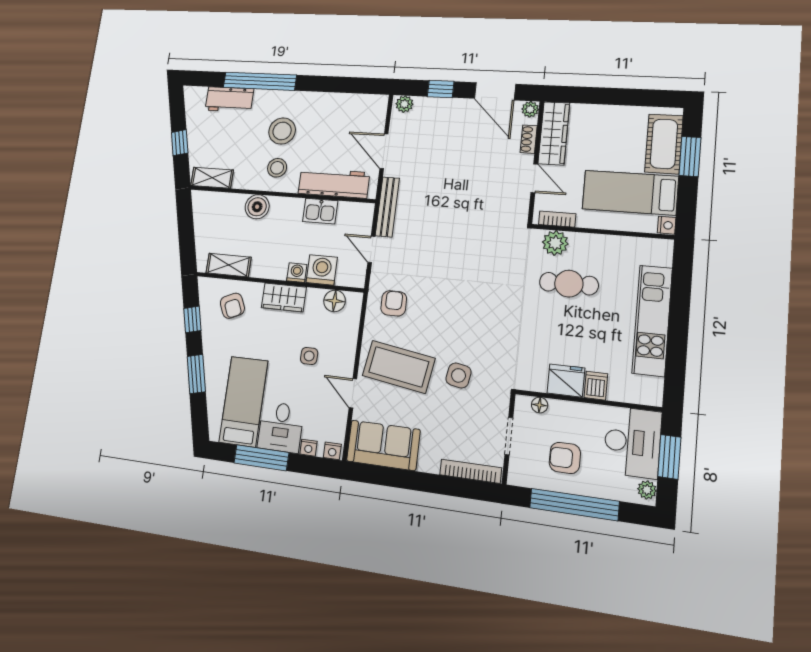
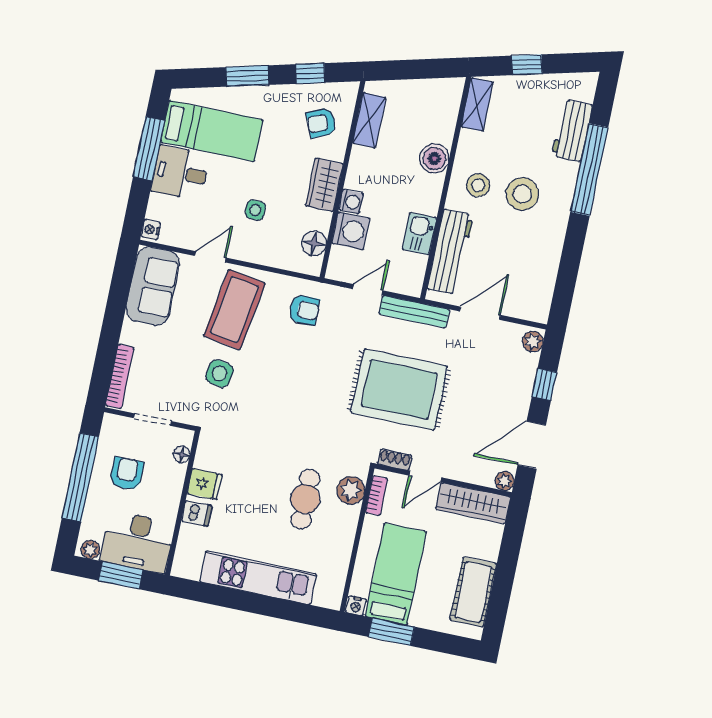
shoe rack: (529, 139) -> (395, 460), moved
cot: (664, 144) -> (473, 592), moved, turned 90
window: (690, 156) -> (391, 632), moved
rug: (457, 211) -> (399, 389), added
fridge: (566, 381) -> (205, 484), width x0.72
nightstand: (308, 448) -> (156, 203), removed

